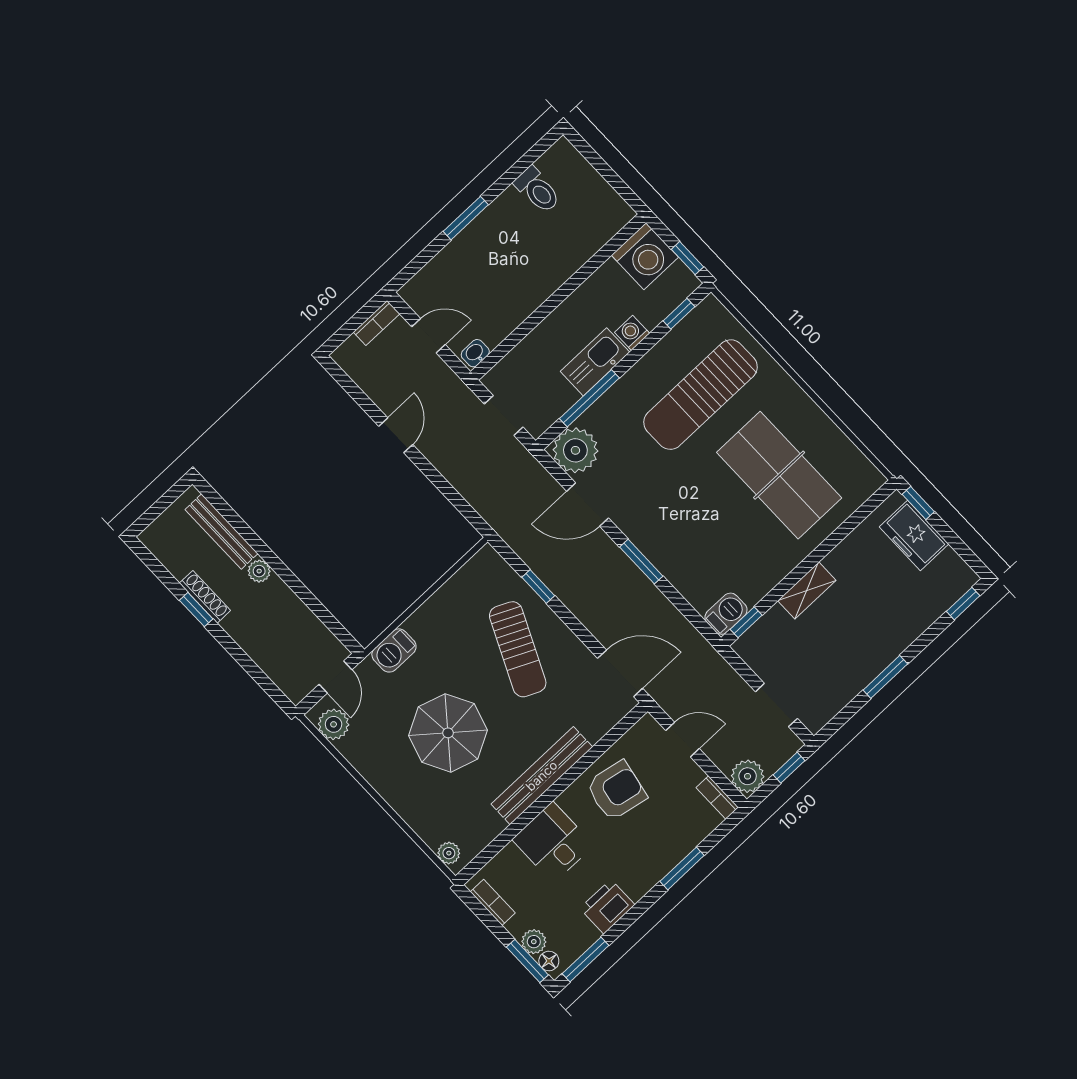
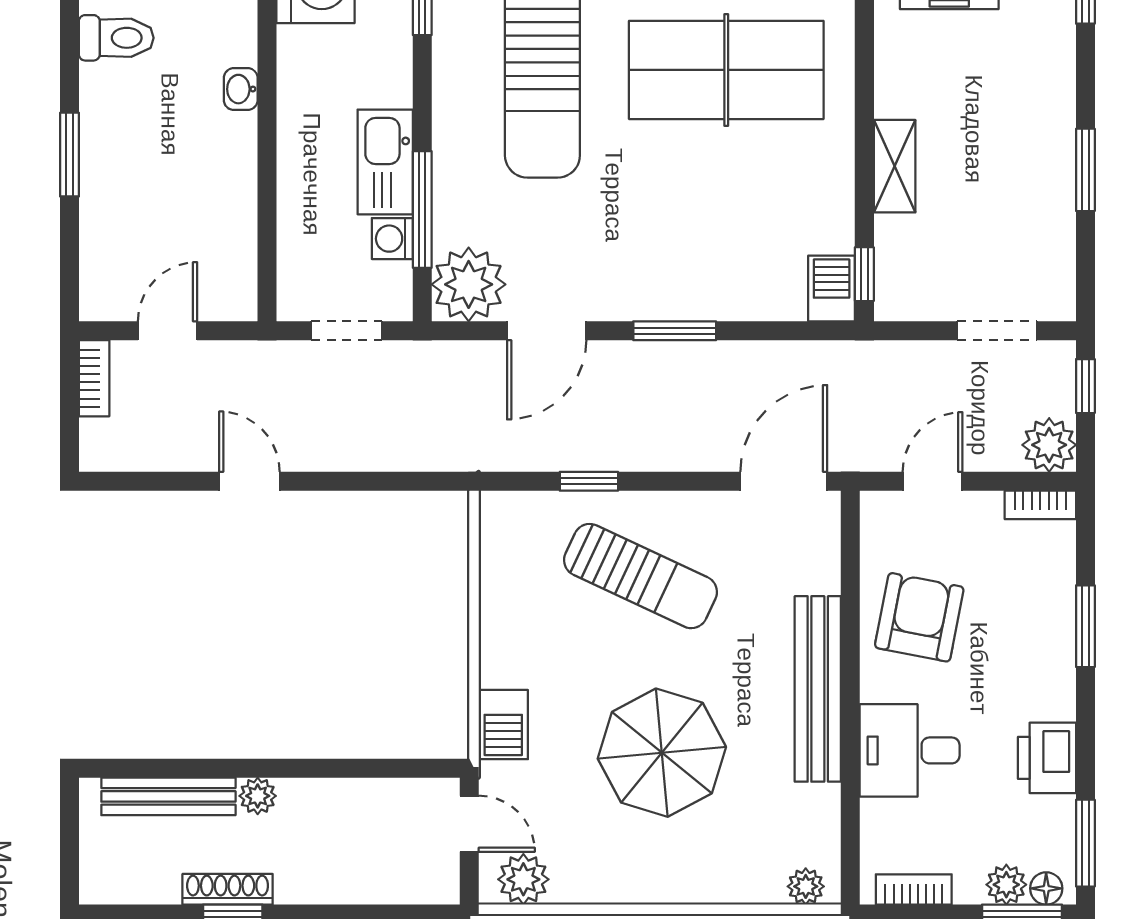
washing machine: (632, 333) -> (392, 239), moved
washbasin: (475, 353) -> (241, 89), moved

